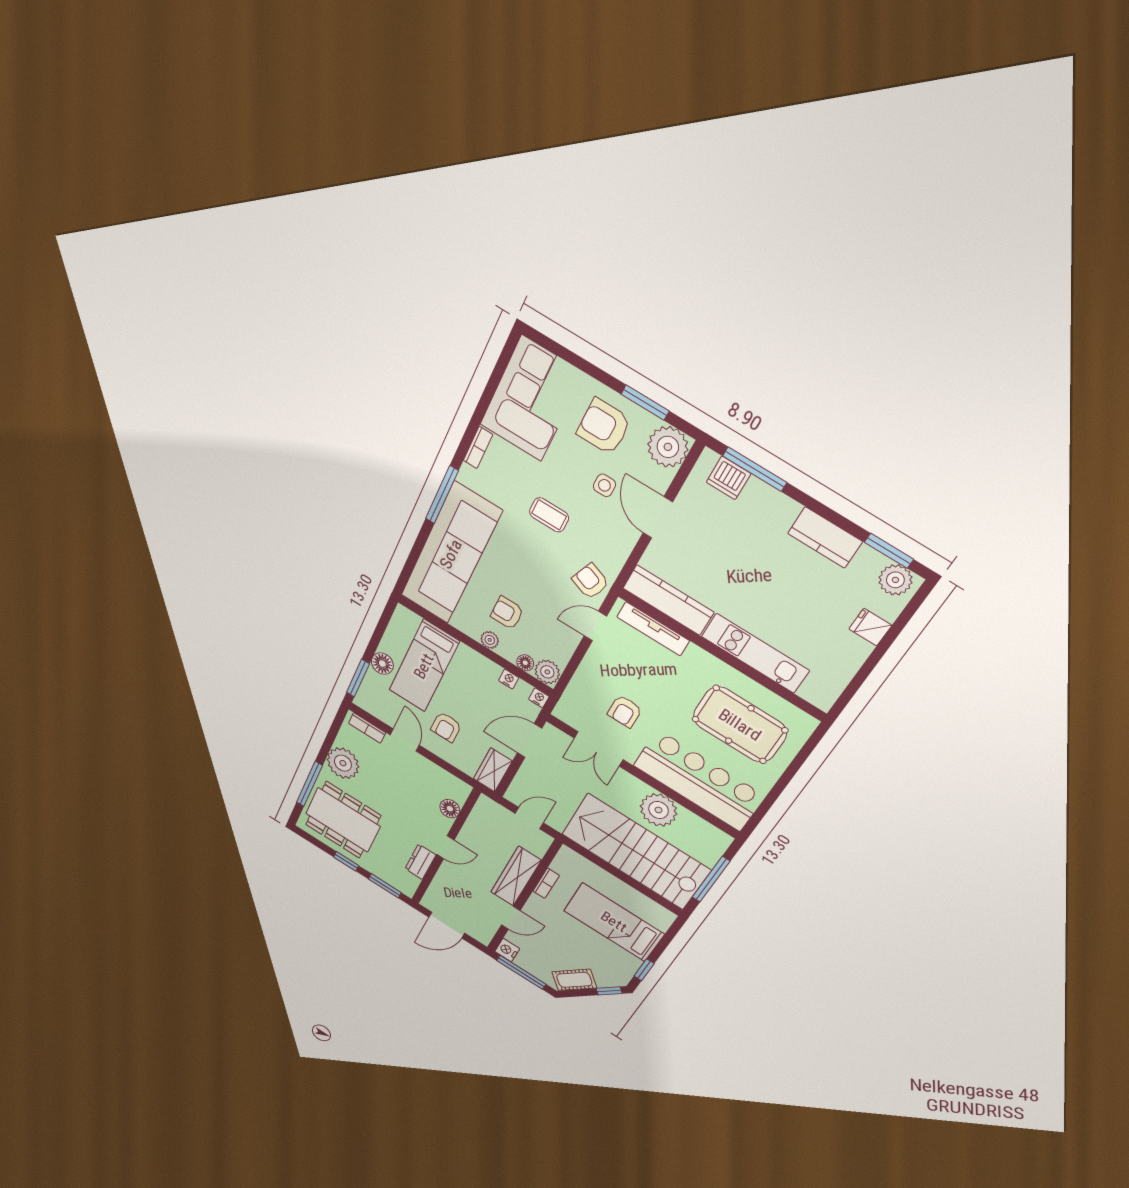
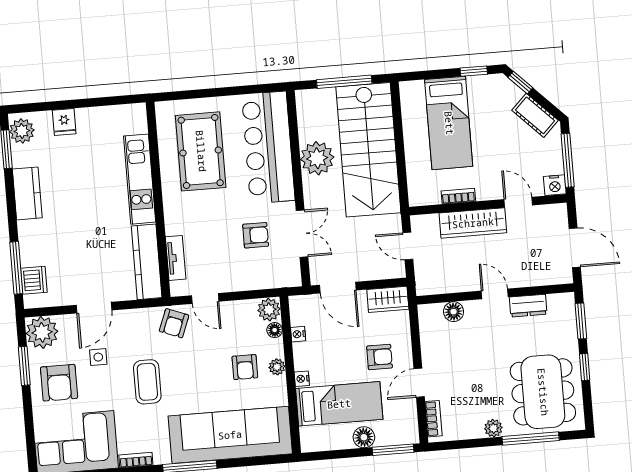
coffee table: (549, 515) -> (147, 382), width x1.36, depth x1.30
tv unit: (653, 629) -> (176, 258), width x0.71
nightstand: (539, 698) -> (302, 379), moved
plant: (343, 763) -> (493, 428), width x0.53, depth x0.53

